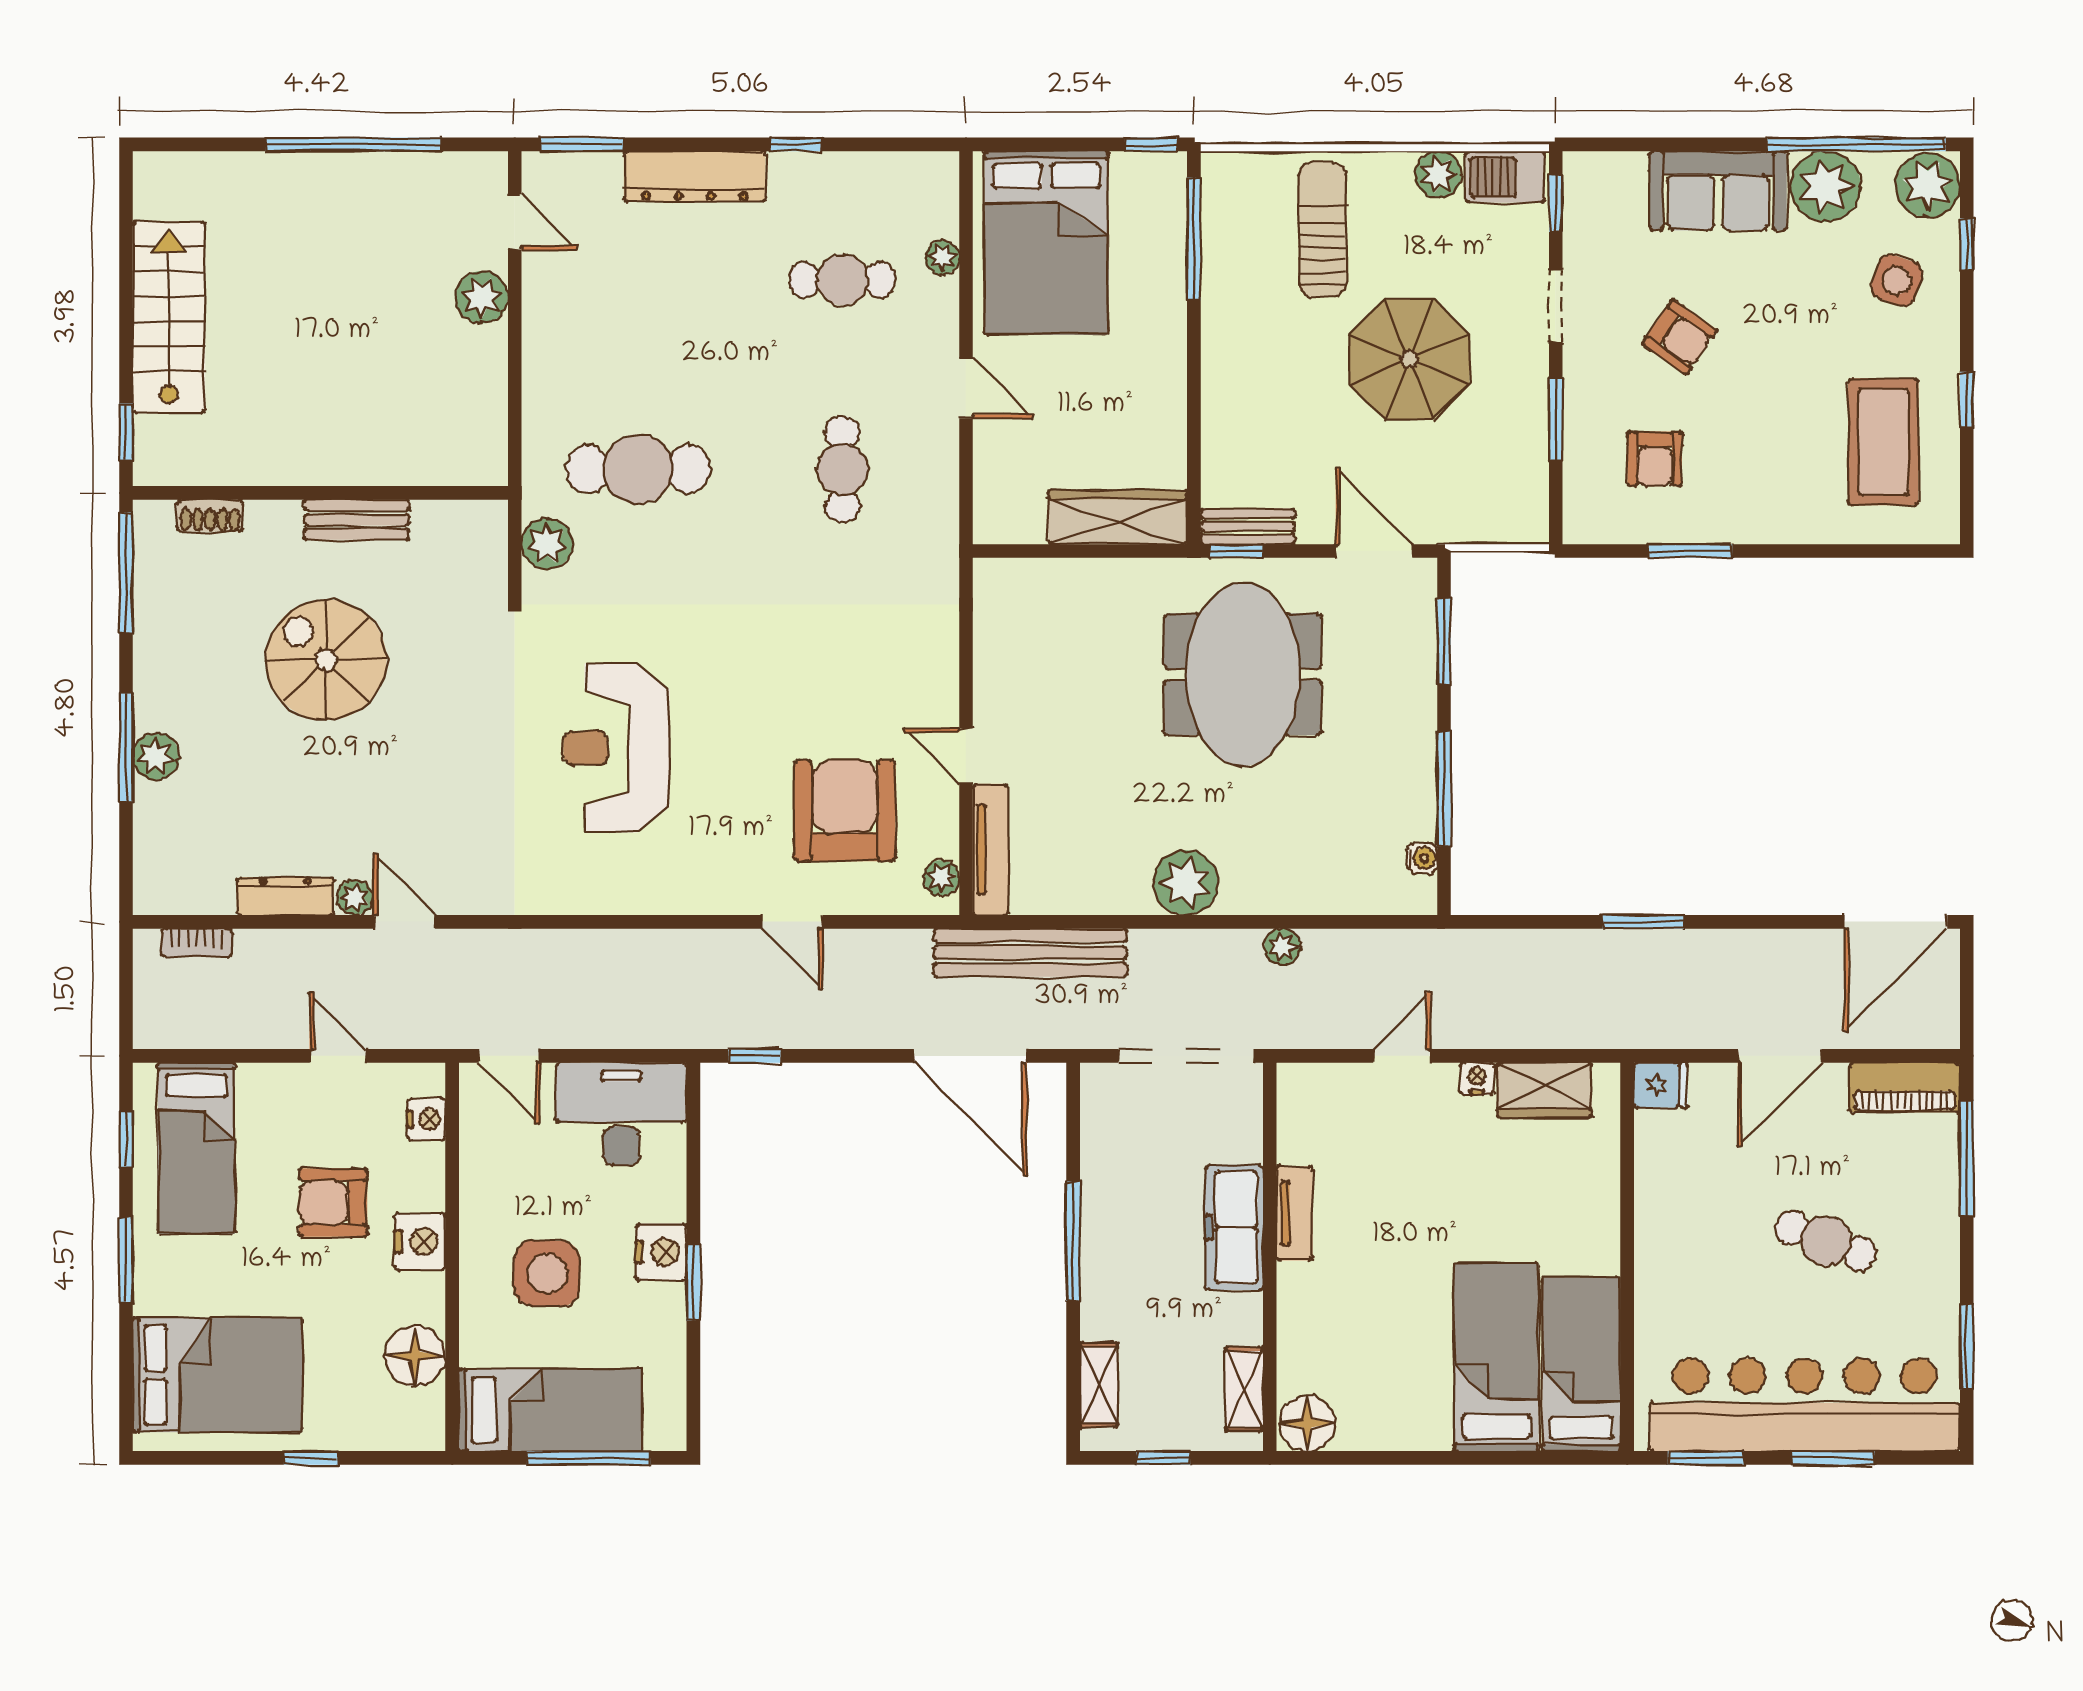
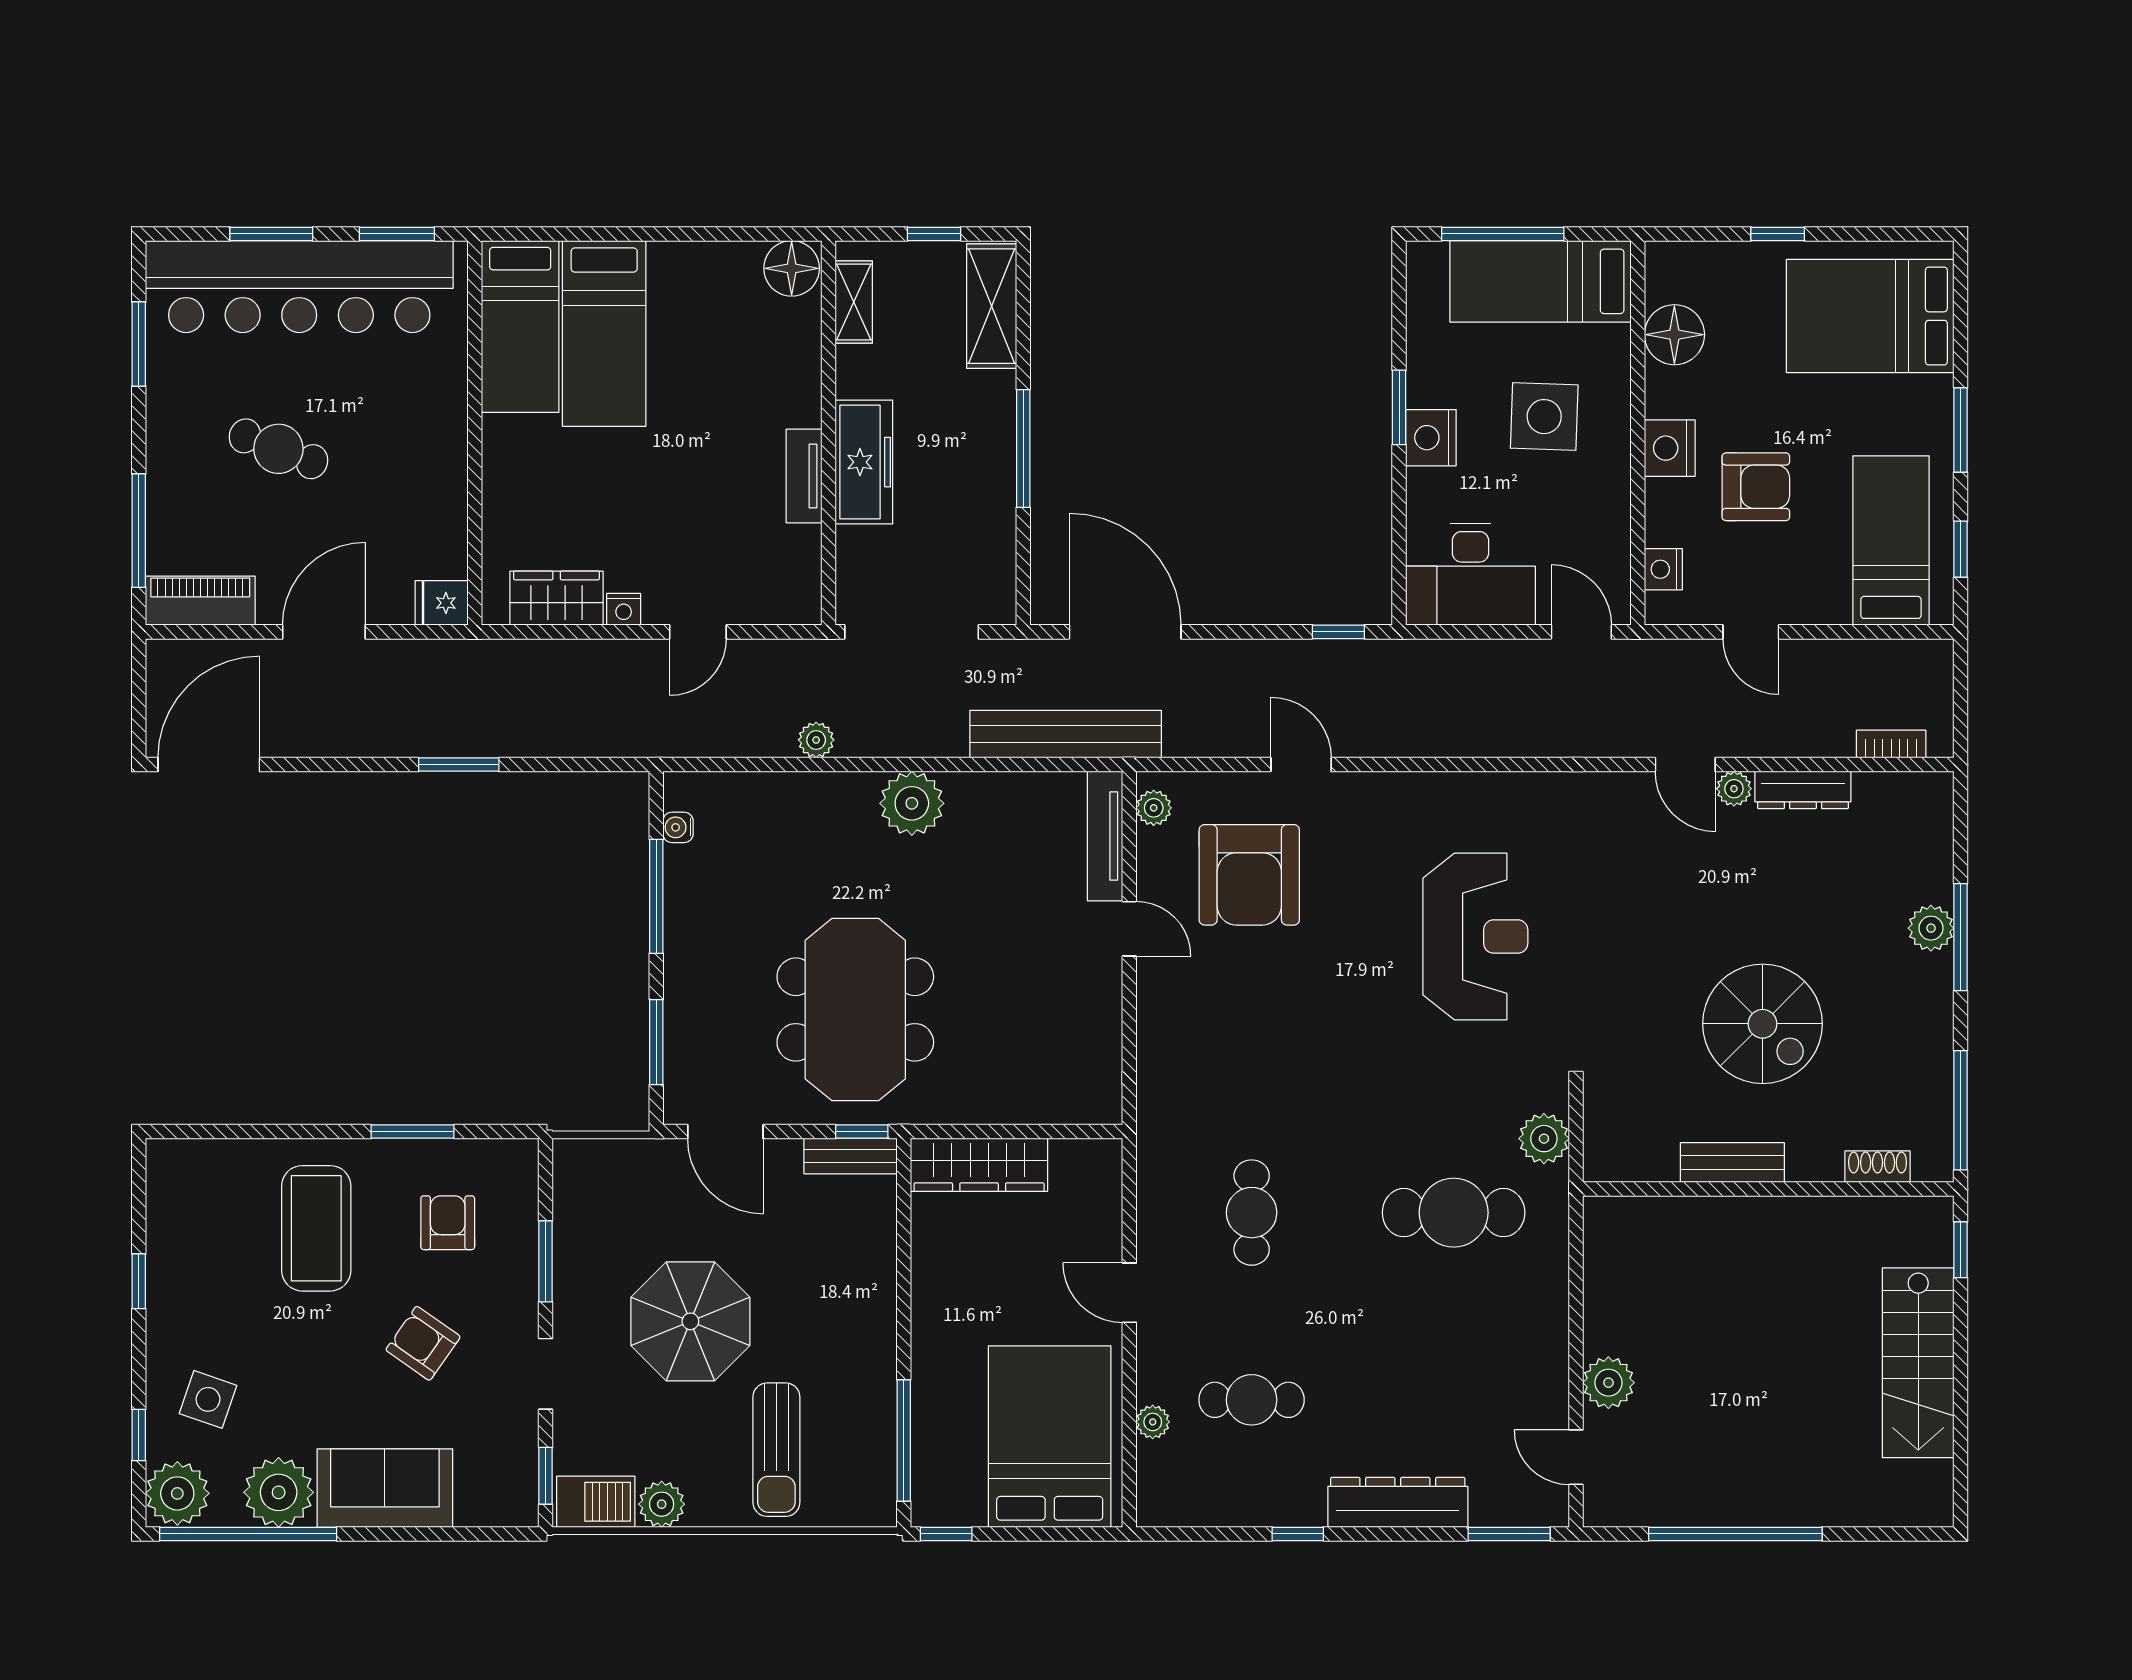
coffee table: (1883, 442) -> (316, 1228), moved
shelving: (1099, 1385) -> (992, 306), width x1.50, depth x1.33

